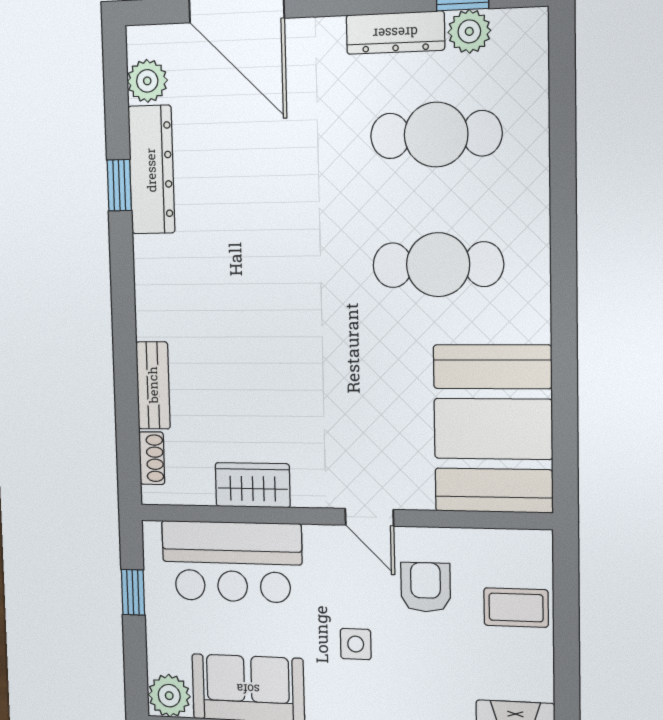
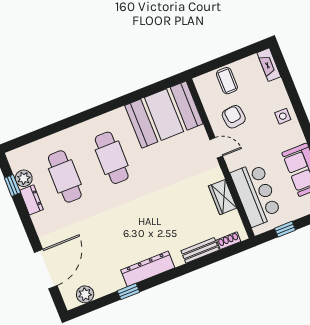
dresser: (395, 33) -> (31, 200), width x0.70
dresser: (151, 170) -> (148, 269), moved
door: (369, 517) -> (216, 148), hinge flipped
armchair: (426, 587) -> (234, 117), turned 83
side table: (356, 644) -> (283, 116), moved

